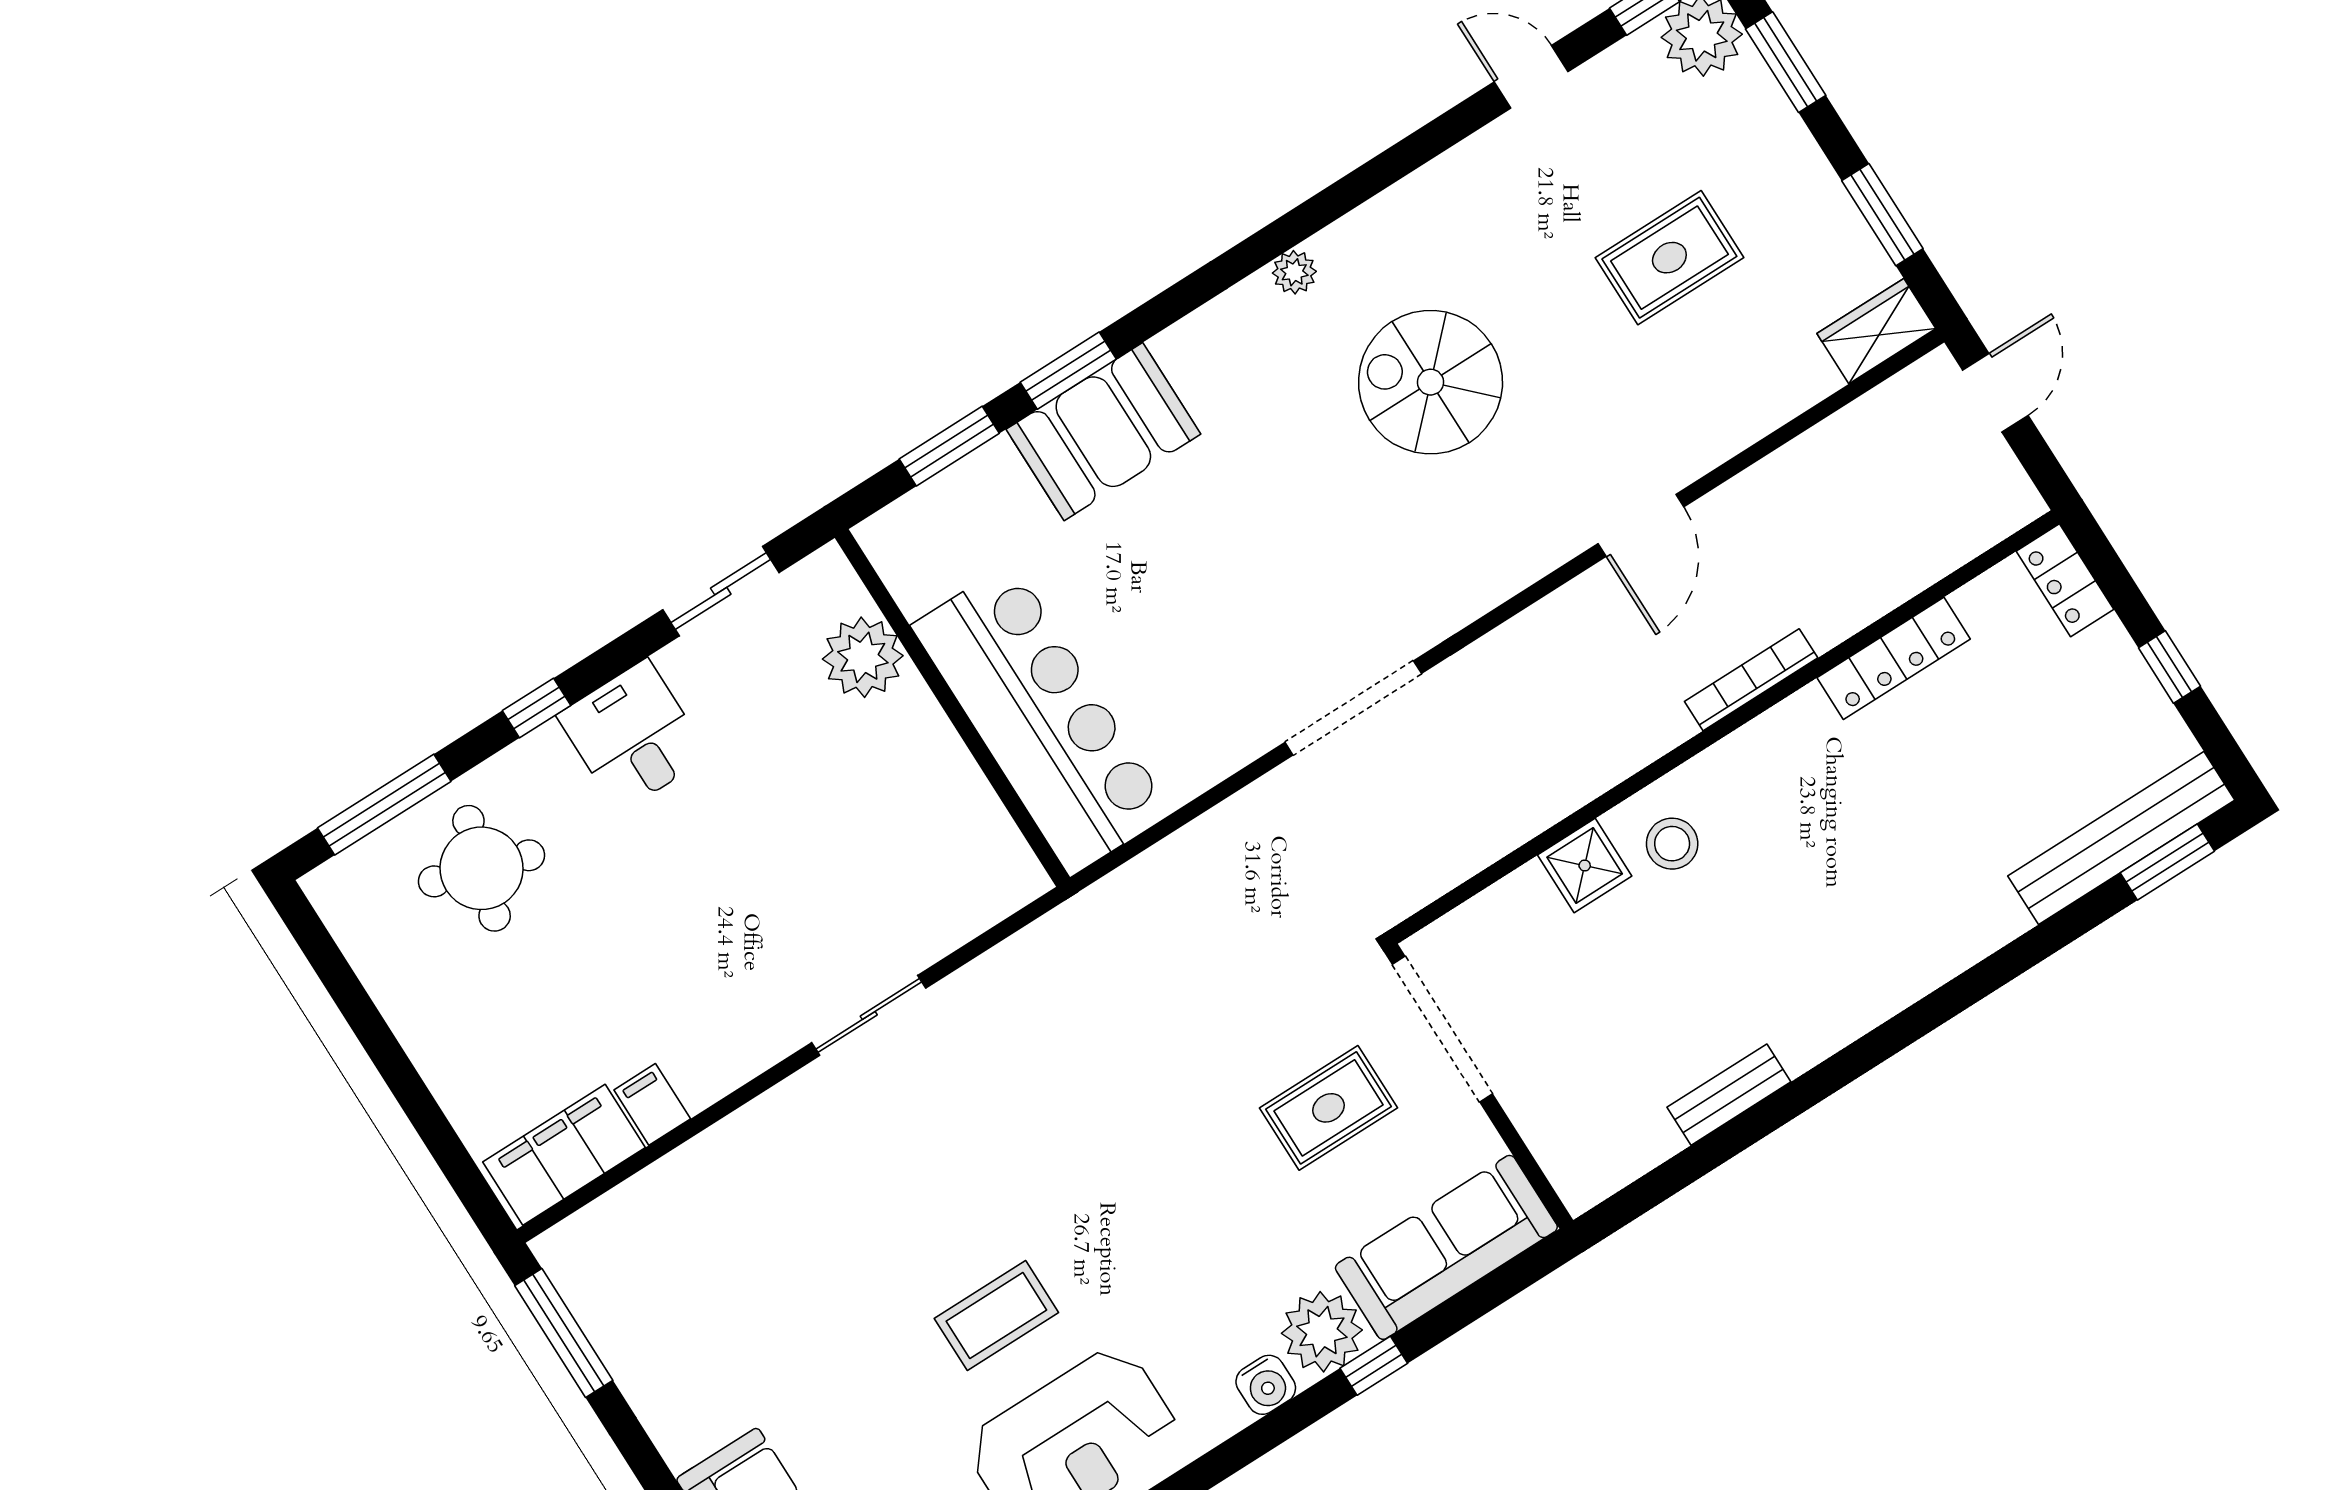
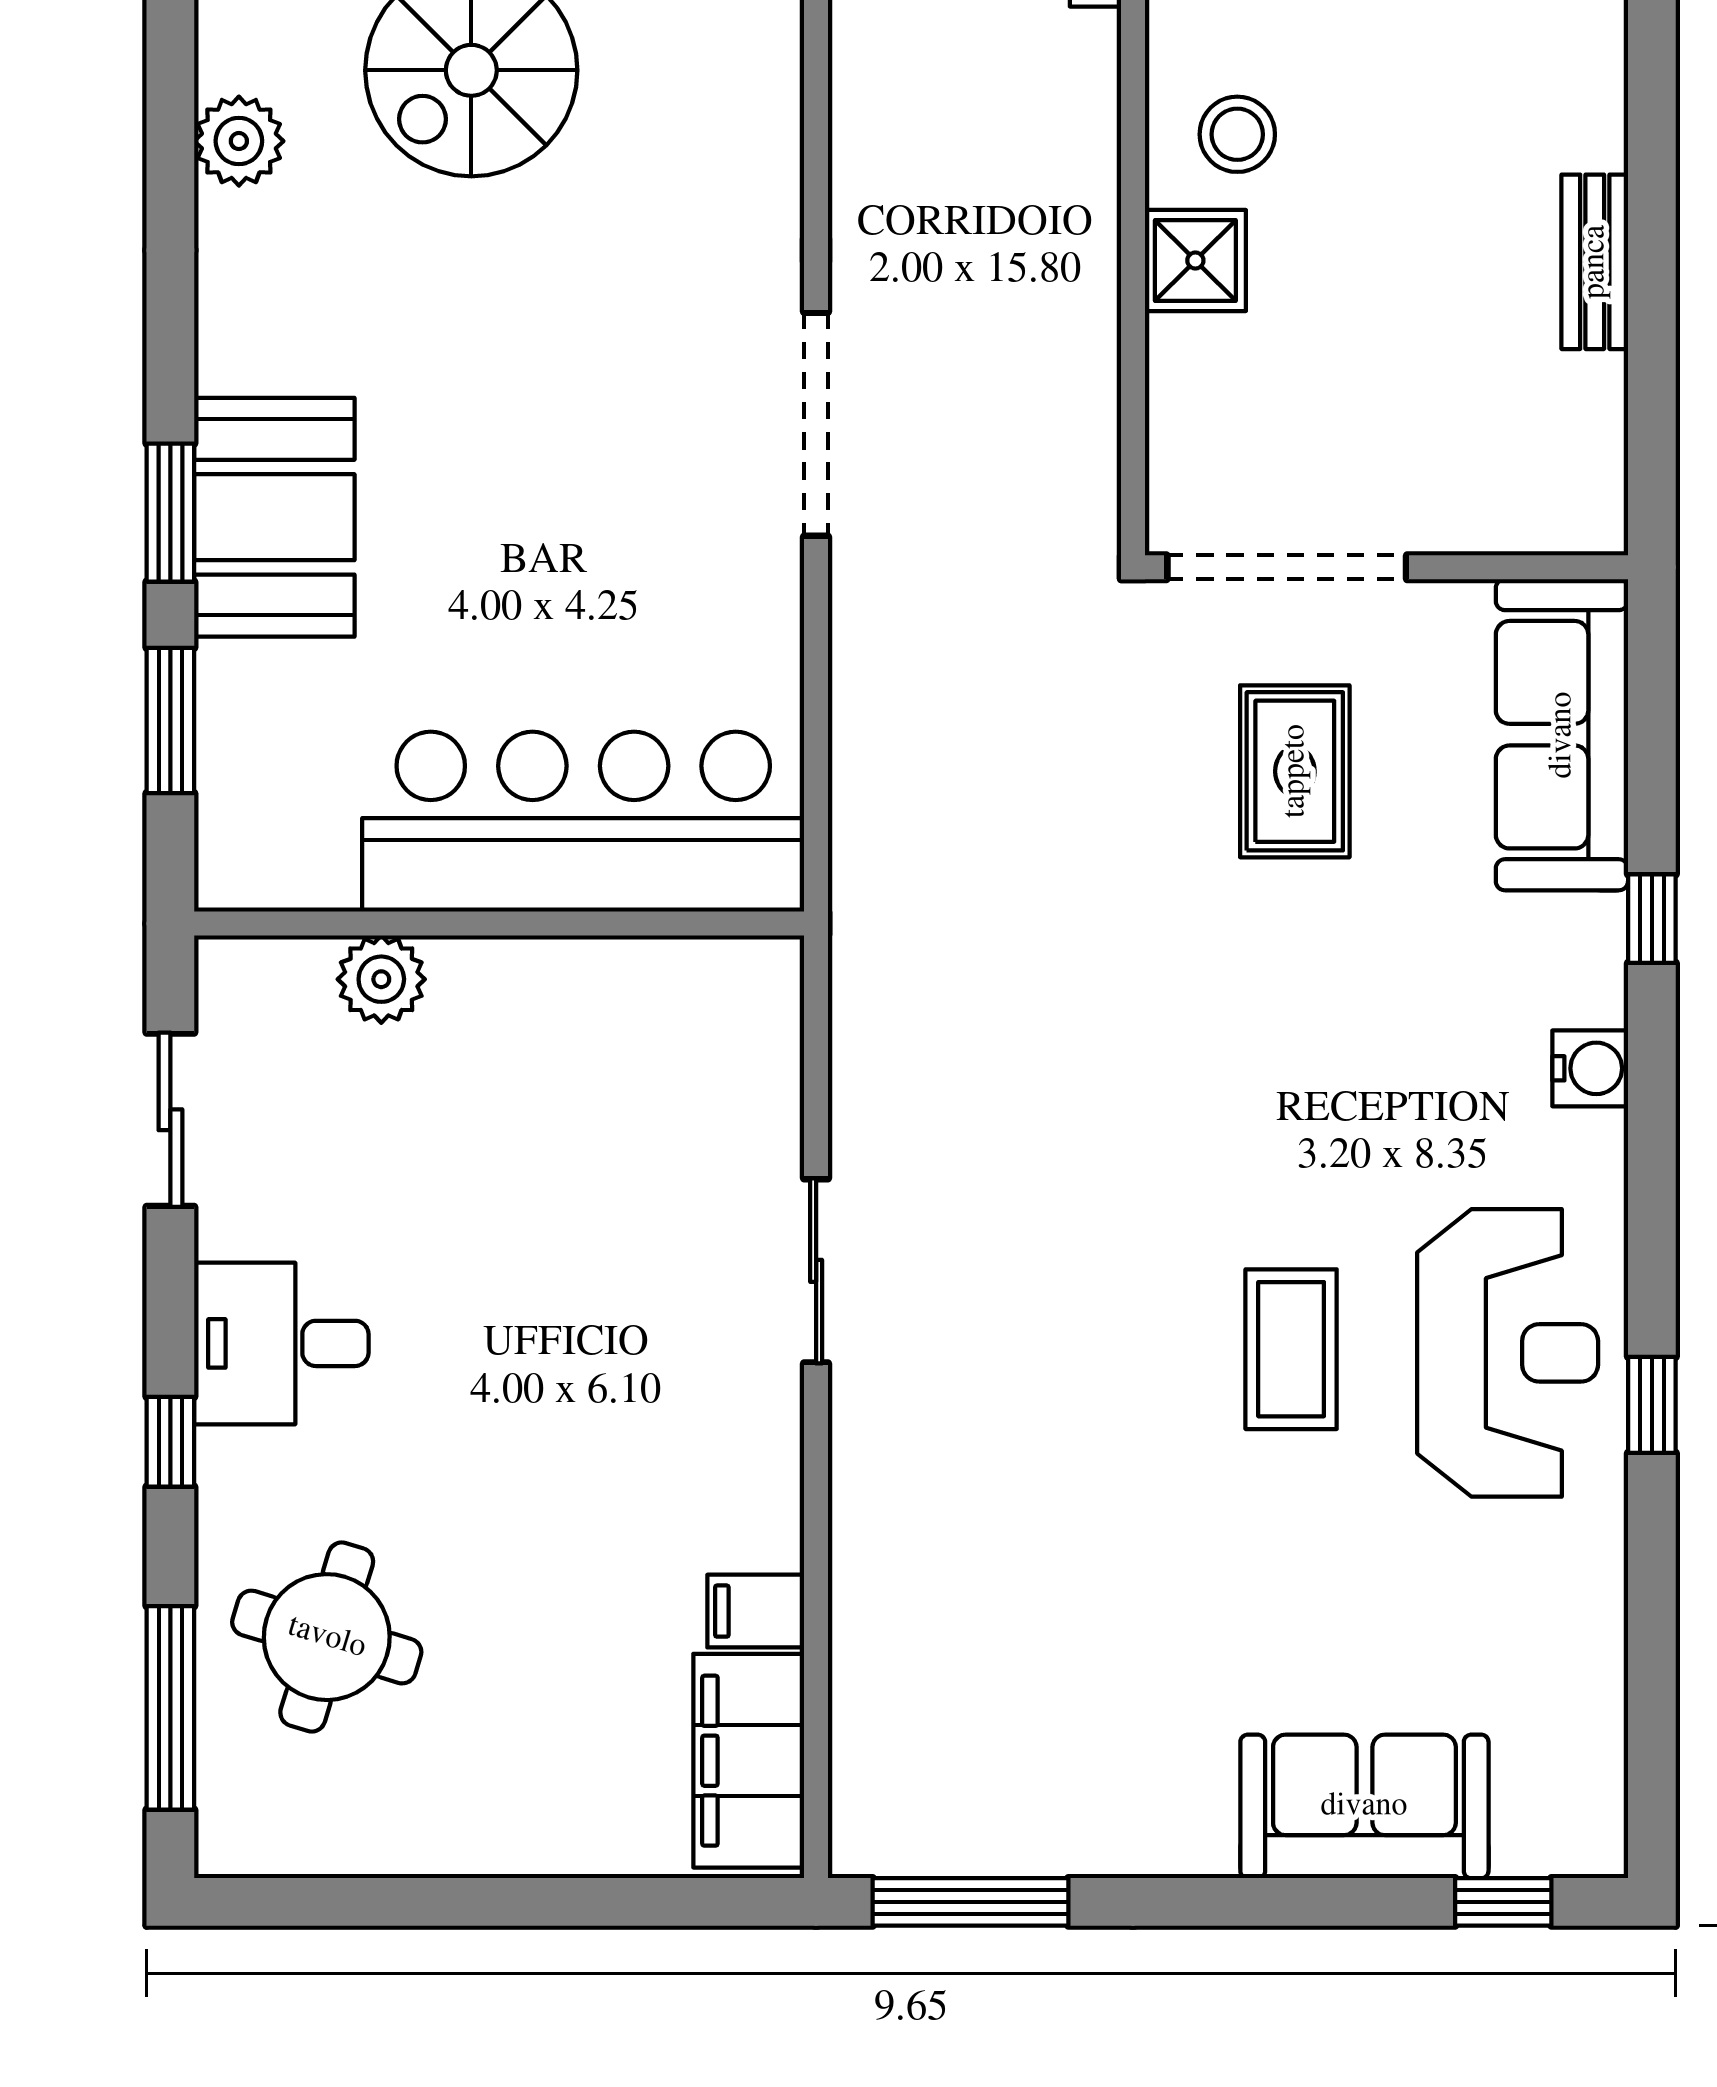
plant: (1294, 272) -> (239, 141), width x1.38, depth x1.38
plant: (863, 657) -> (381, 979), width x0.73, depth x0.73
plant: (1322, 1332) -> (1568, 956), removed

